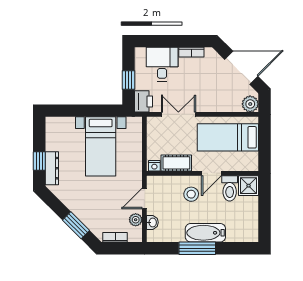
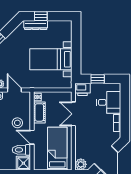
double door: (178, 114) -> (73, 114), swing flipped

